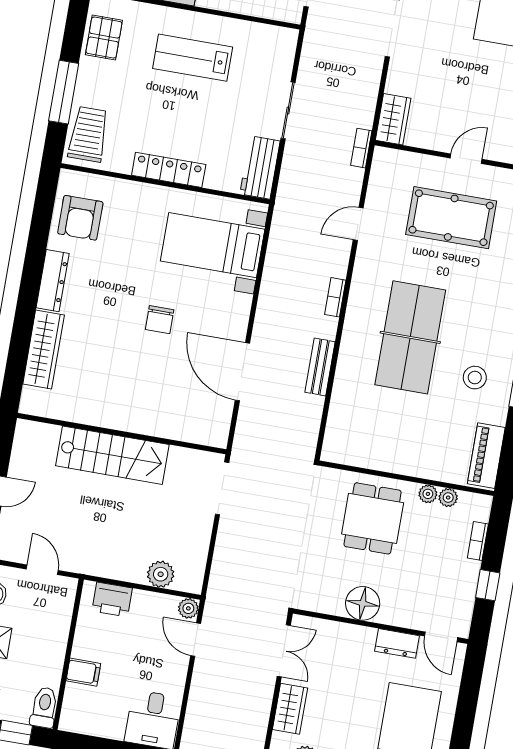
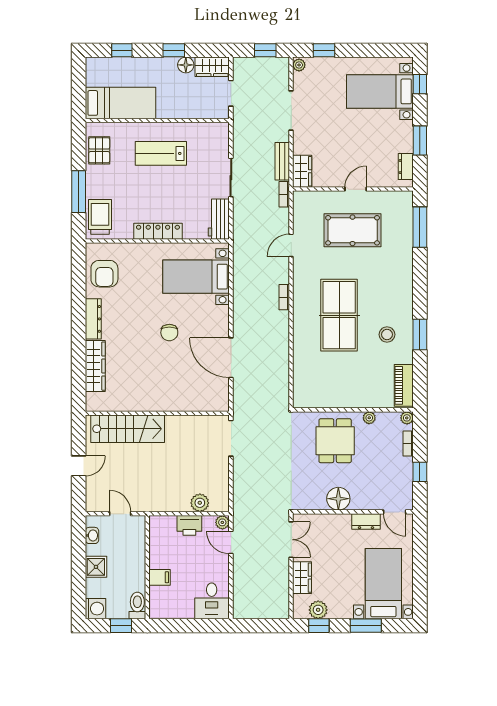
bench: (320, 367) -> (282, 161), moved
stairs: (112, 455) -> (128, 429), moved
plant: (448, 498) -> (407, 418), moved
printer: (112, 599) -> (189, 525), moved

